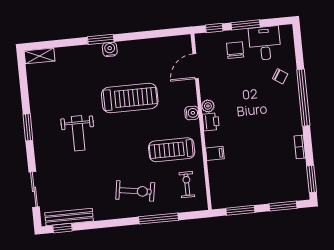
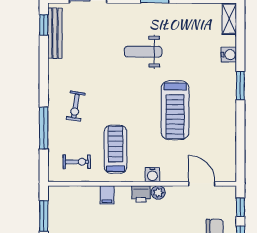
water cooler: (110, 49) -> (229, 55), moved
exercise bike: (135, 191) -> (75, 106), width x0.73, depth x0.72

